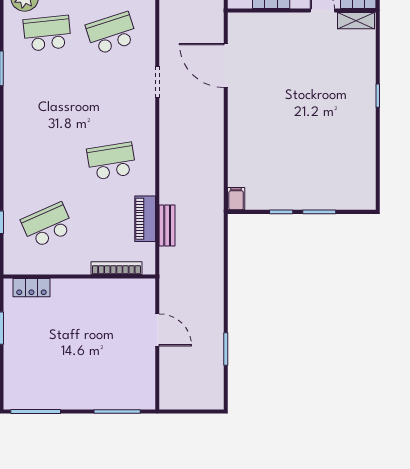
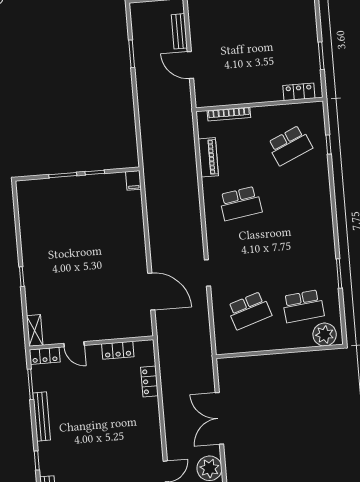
shelving: (356, 21) -> (35, 330), moved, turned 90
bench: (167, 225) -> (179, 31), moved

